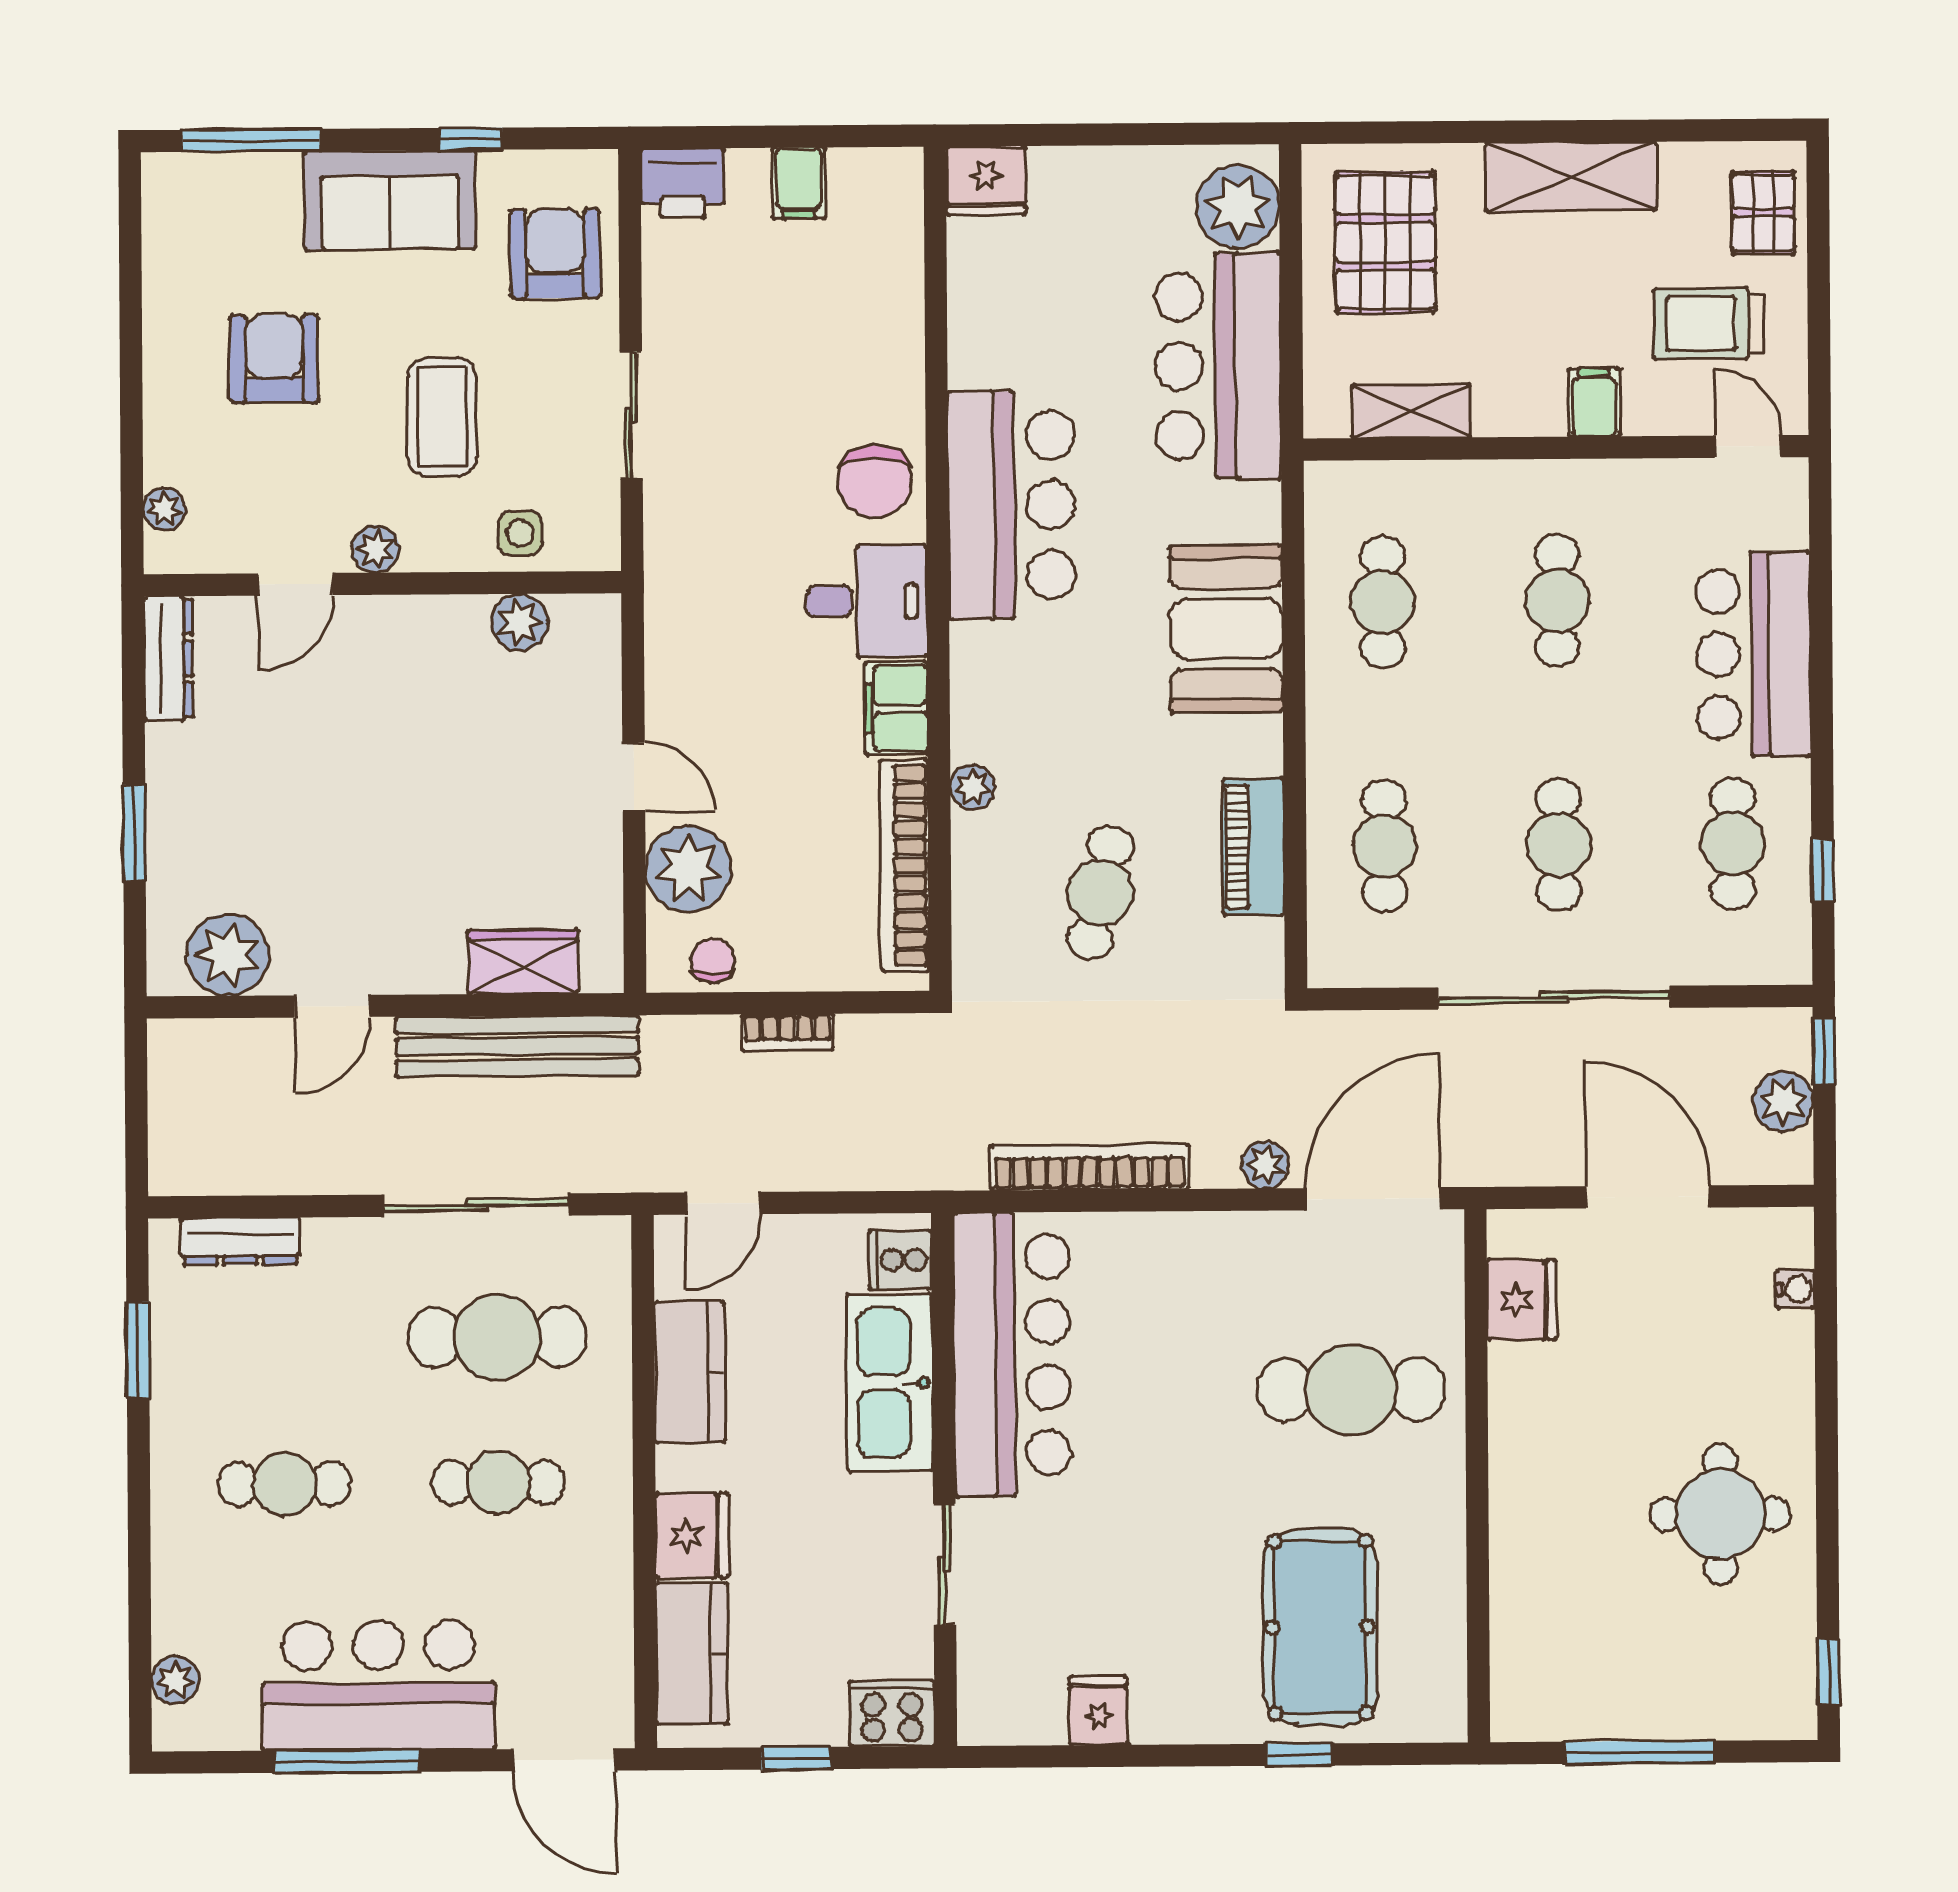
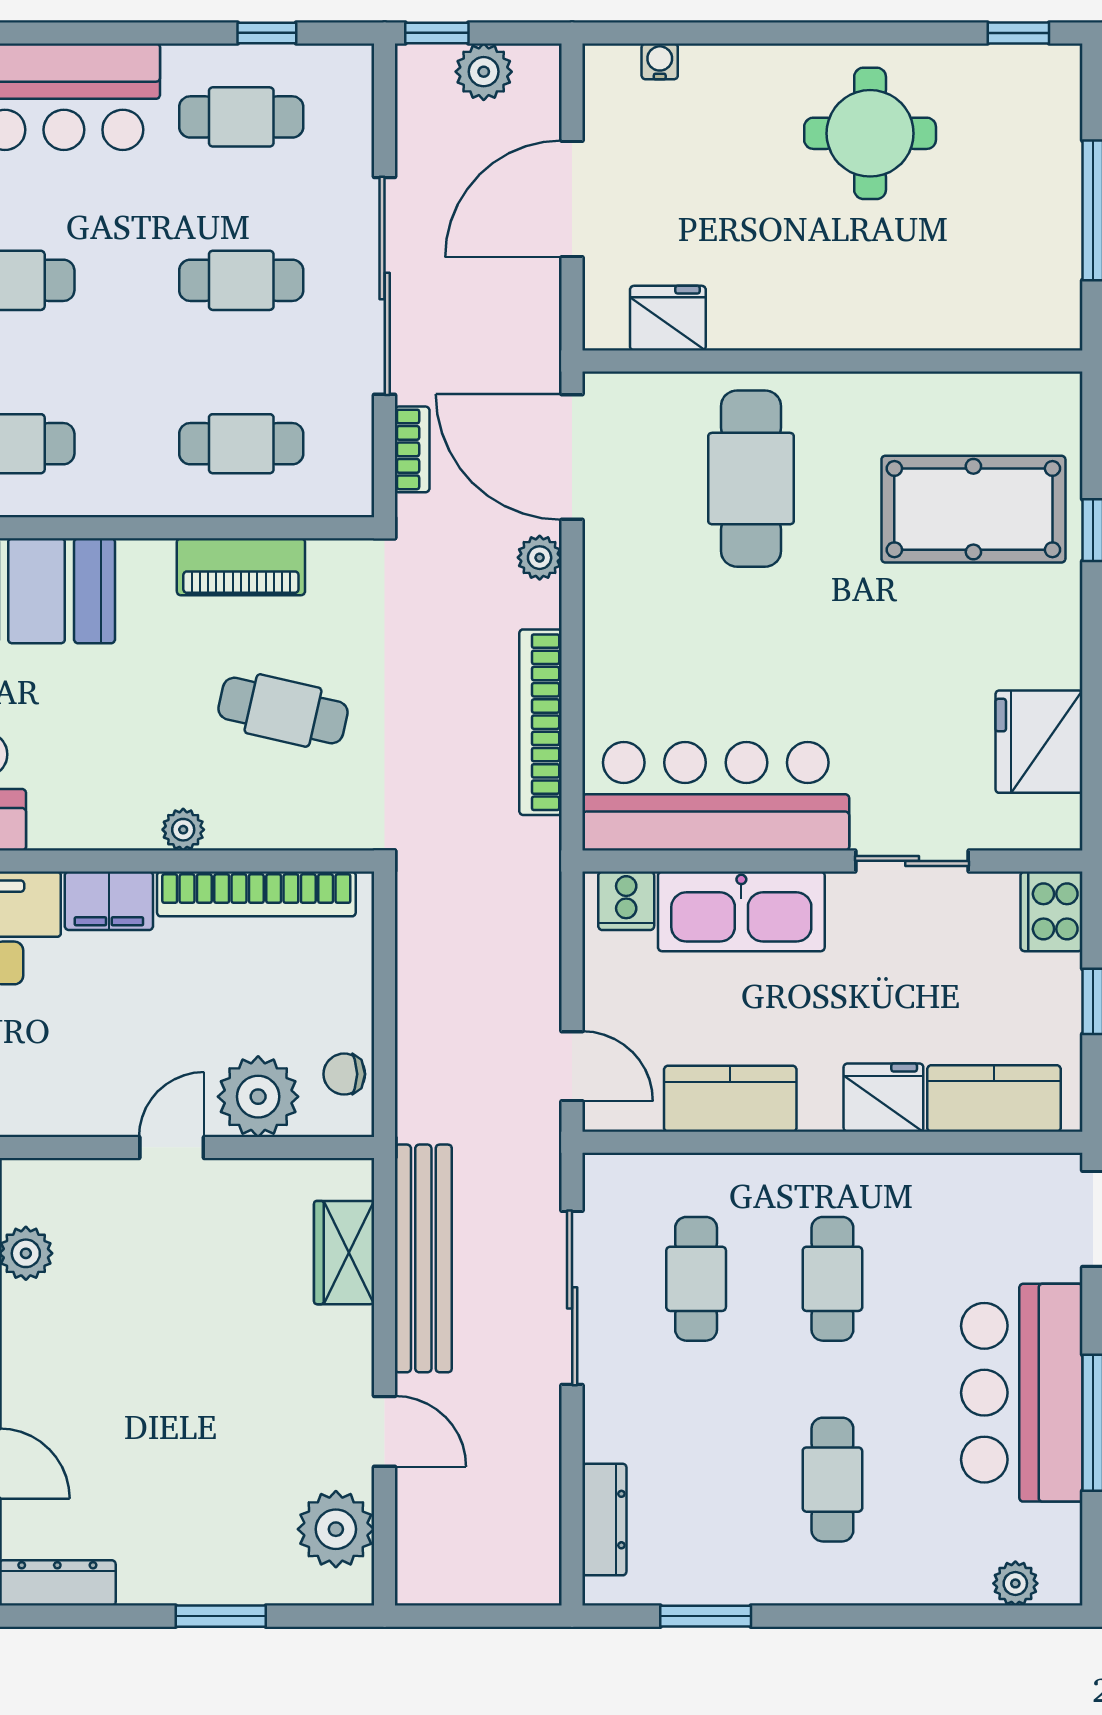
bookcase: (787, 1032) -> (412, 449), moved
cafe table: (497, 1337) -> (696, 1279), width x0.73, depth x0.74
fridge: (1098, 1710) -> (1039, 742), width x1.88, depth x1.34

